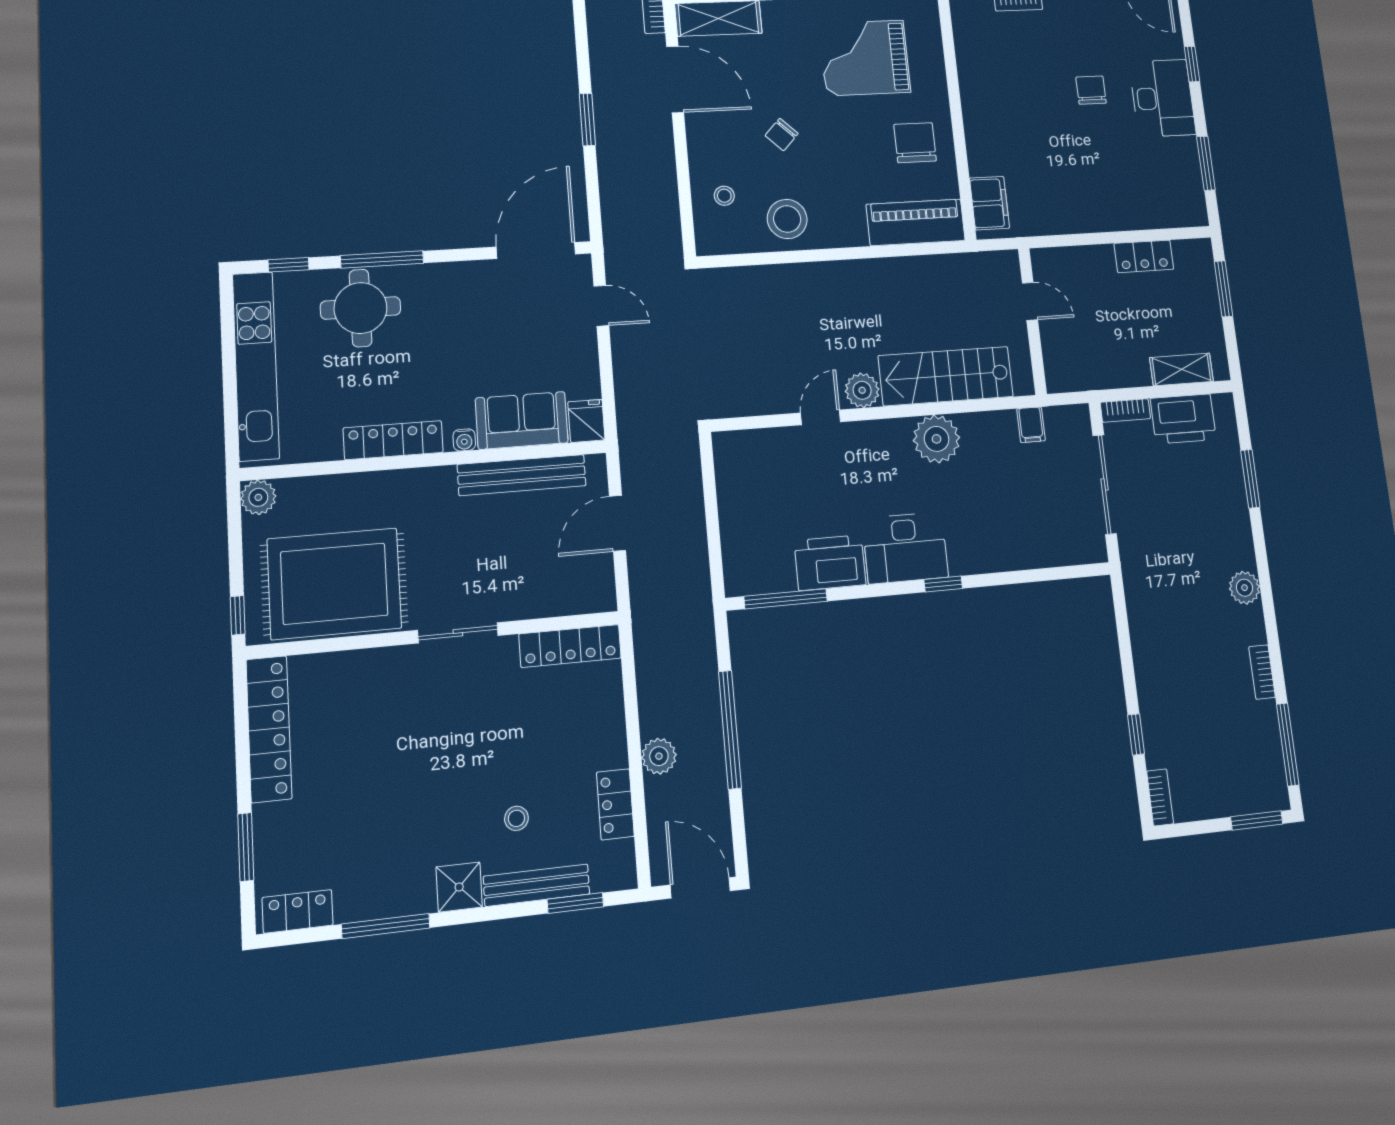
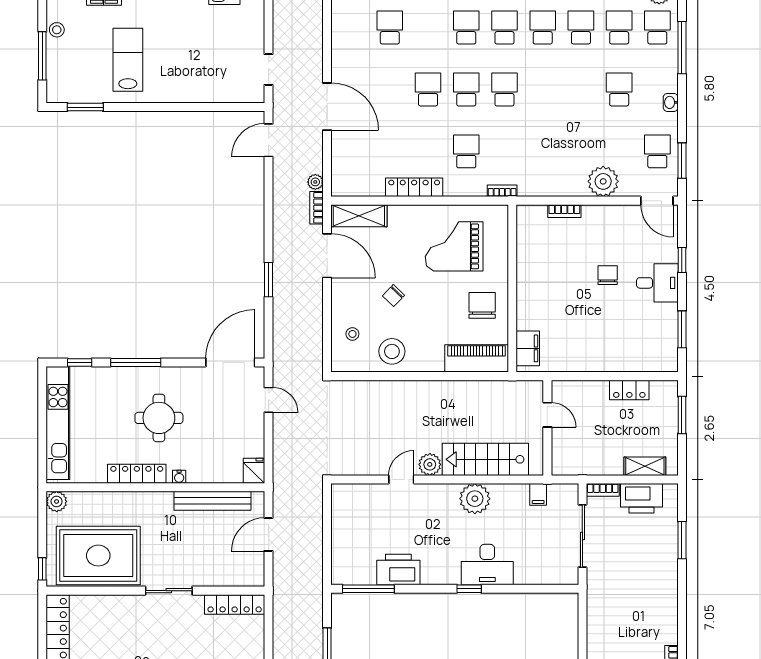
desk: (1162, 98) -> (657, 283), width x0.73
round table: (361, 308) -> (159, 418), moved
sofa: (522, 420) -> (215, 468), removed
desk: (905, 548) -> (487, 565), moved
plant: (1245, 588) -> (668, 609), removed

